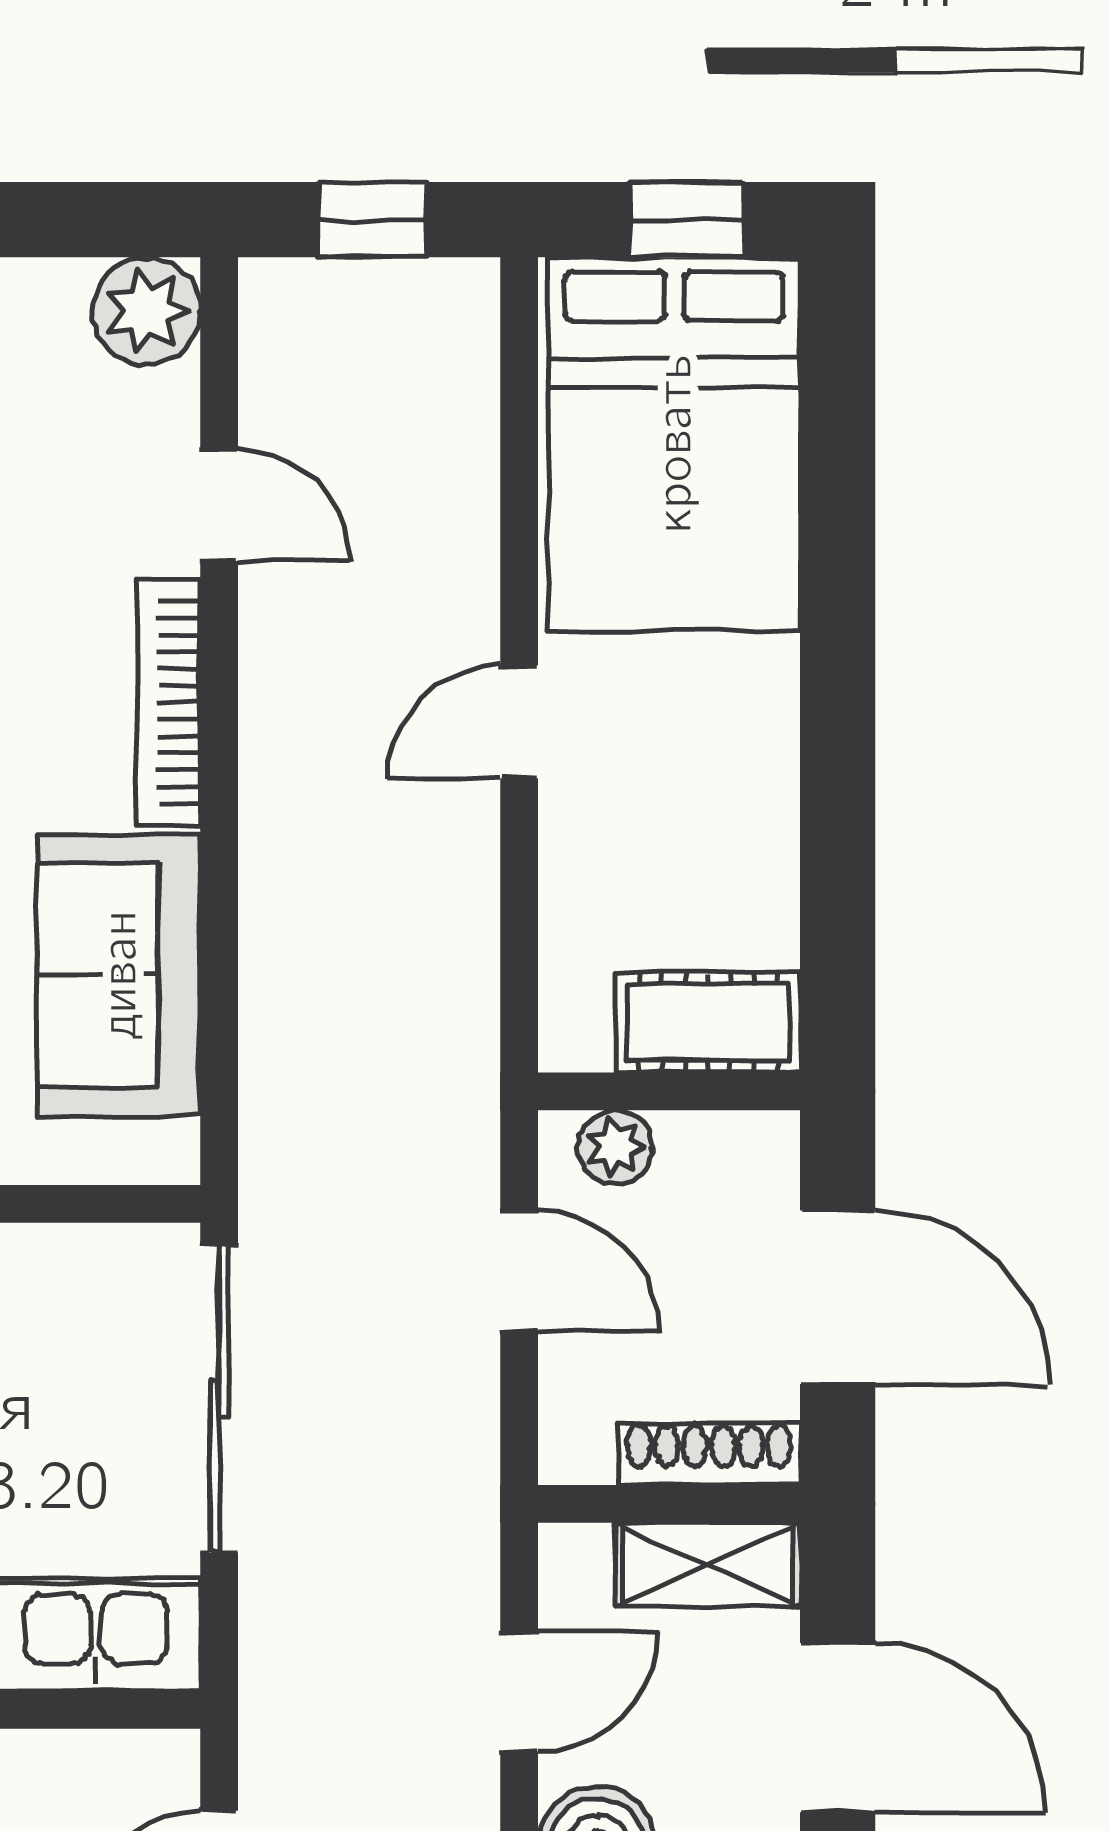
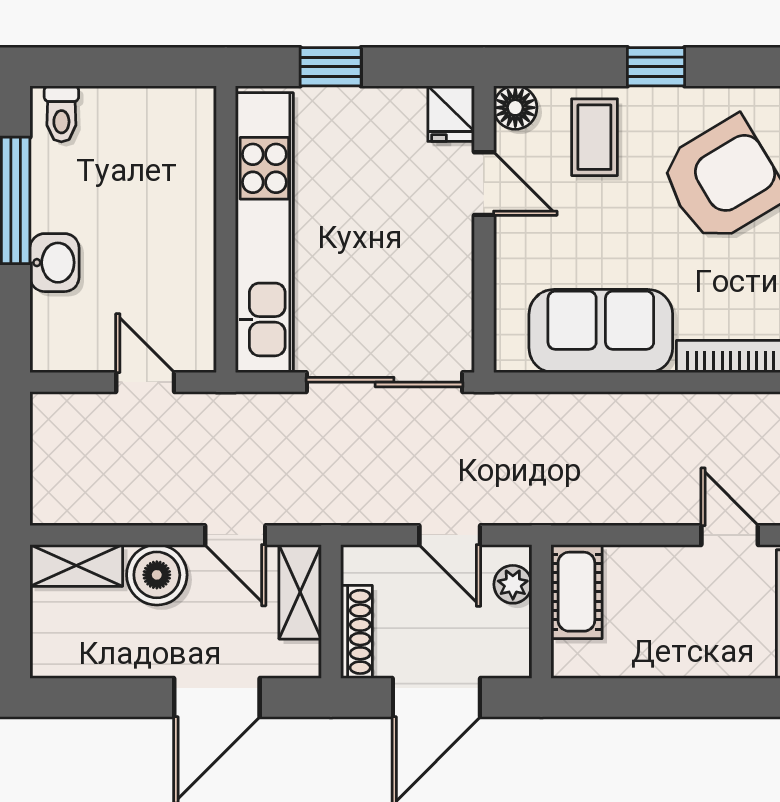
cot: (708, 1022) -> (576, 592), moved
door: (519, 1271) -> (450, 535), hinge flipped
shelving: (708, 1564) -> (300, 592), moved

